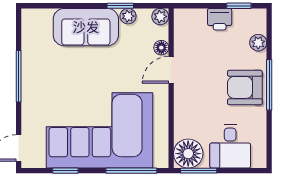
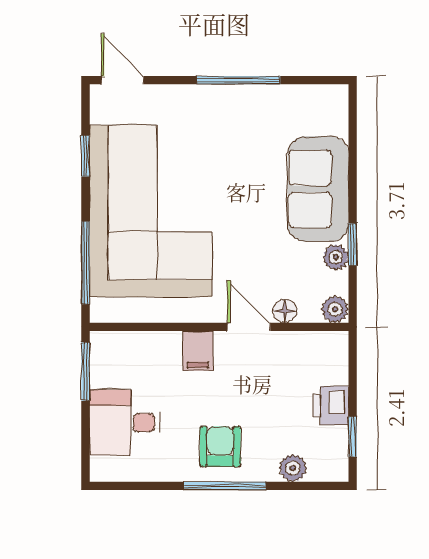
armchair: (245, 87) -> (220, 446), width x0.72, depth x0.72
filing cabinet: (186, 101) -> (198, 351), added
floor lamp: (188, 154) -> (113, 355), removed

